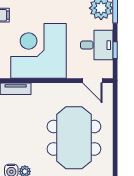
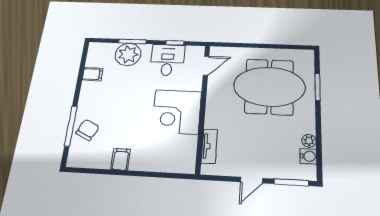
corner desk: (38, 51) -> (177, 112), width x0.74, depth x0.74

